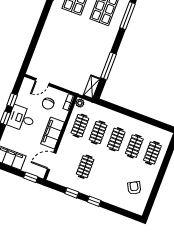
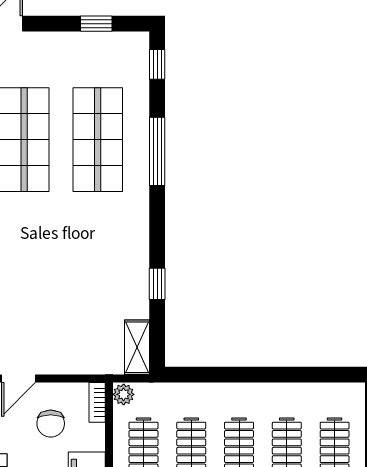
window: (108, 66) -> (157, 284), width x0.46

